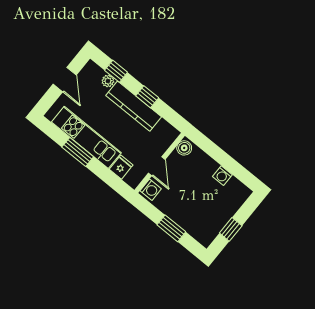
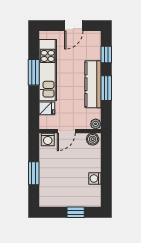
plant: (108, 81) -> (96, 124), moved
window: (147, 97) -> (106, 88), width x1.50
window: (231, 229) -> (76, 212), moved

